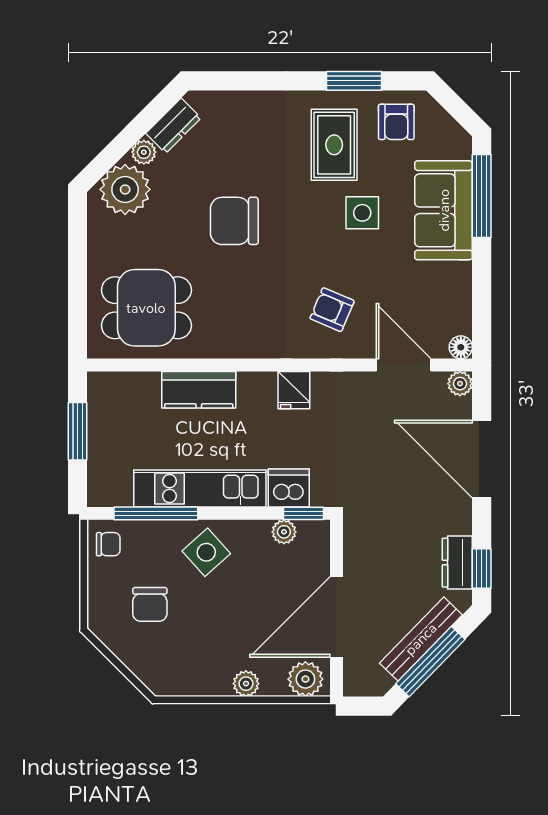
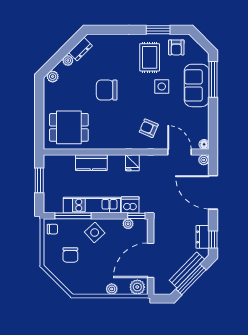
plant: (125, 189) -> (53, 77), width x0.53, depth x0.53

